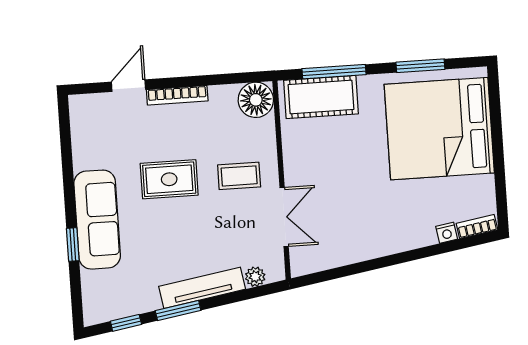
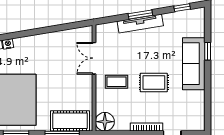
plant: (255, 277) -> (112, 28), removed
window: (178, 311) -> (140, 15), moved

